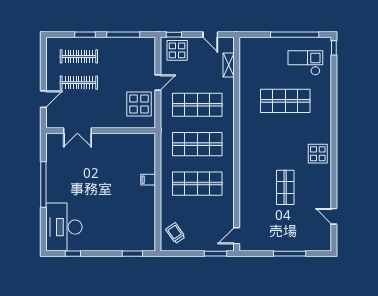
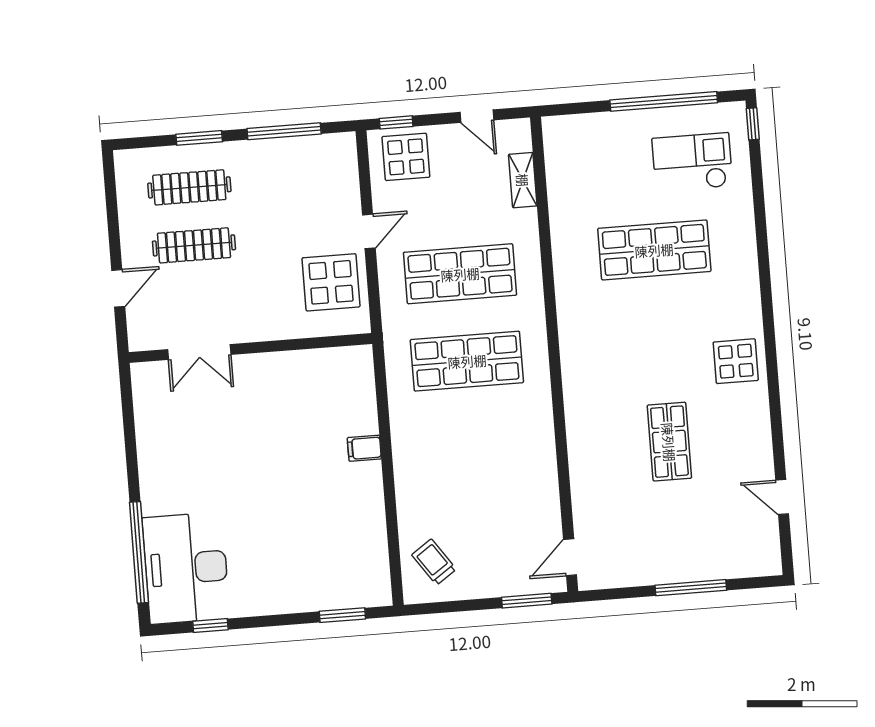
window: (43, 184) -> (139, 552), moved
shop shelf: (197, 184) -> (474, 448), removed

